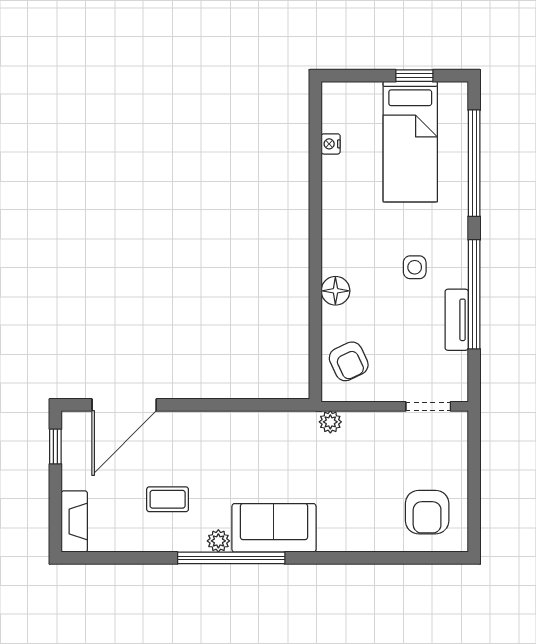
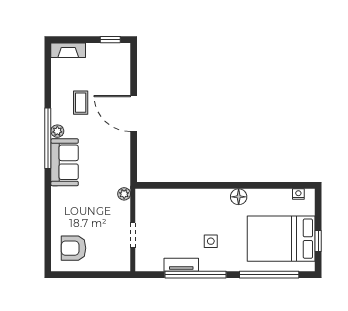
bed: (410, 142) -> (281, 239), width x1.50
nightstand: (331, 144) -> (298, 194), moved
floor lamp: (335, 291) -> (239, 197), moved
armchair: (349, 361) -> (158, 204), removed
door: (124, 405) -> (134, 114), moved
doorway: (428, 406) -> (133, 235), moved

